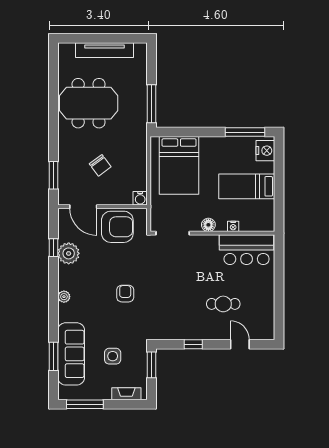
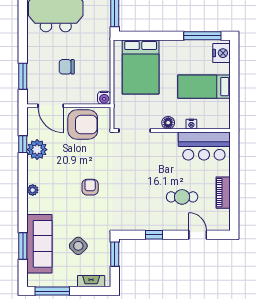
chair: (100, 165) -> (67, 67), turned 127
piano: (267, 299) -> (223, 193), added
side table: (113, 356) -> (78, 246), turned 45

